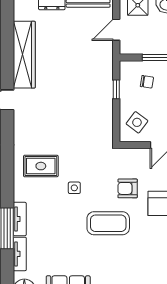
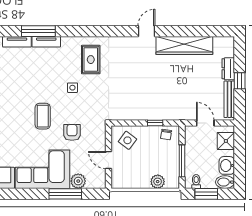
chair: (147, 82) -> (166, 135), moved
coffee table: (108, 223) -> (43, 116), width x0.73, depth x0.76

